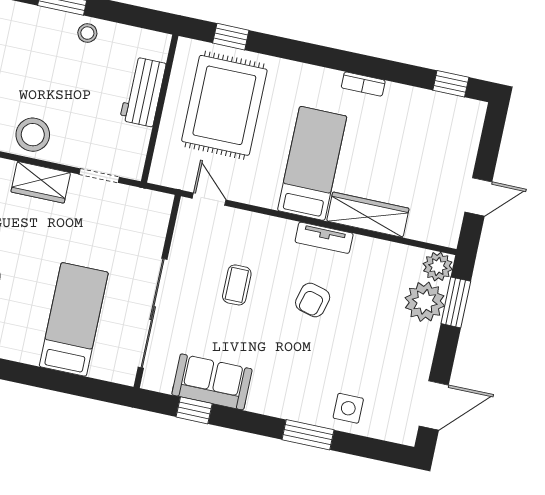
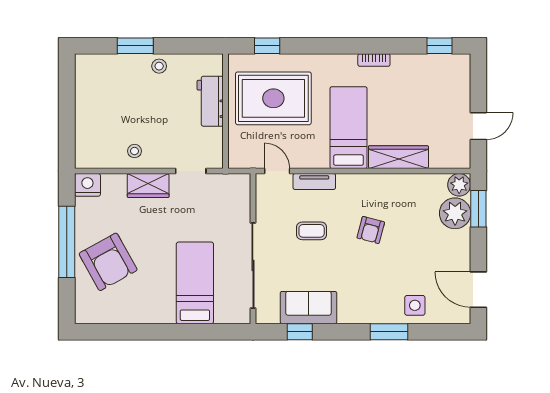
rug: (224, 105) -> (273, 98), turned 90
stool: (33, 135) -> (135, 151), width x0.53, depth x0.53
tv unit: (324, 238) -> (314, 182), moved
coffee table: (237, 285) -> (312, 231), turned 90
door: (434, 405) -> (478, 290), swing flipped

